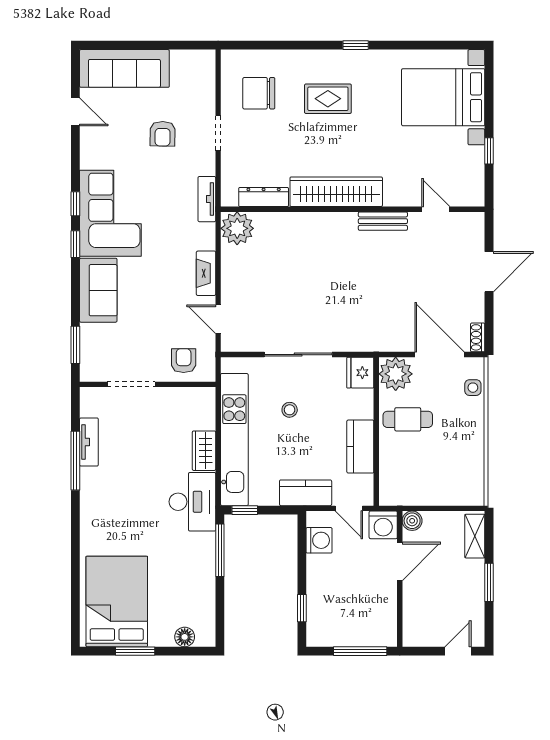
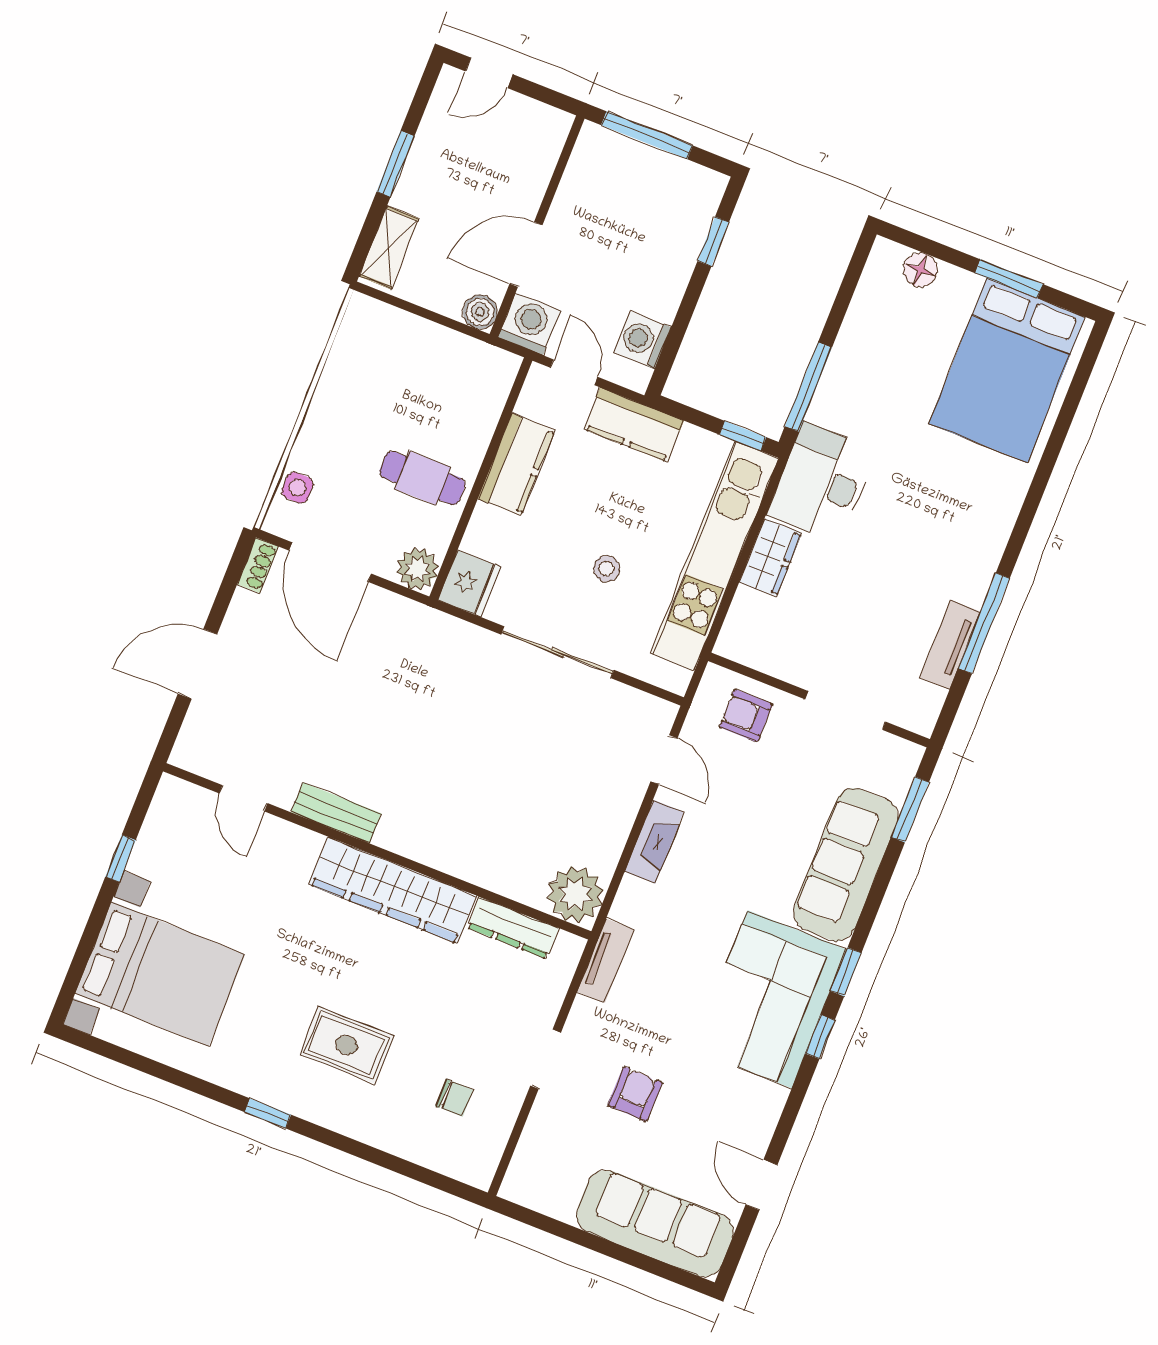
chair: (259, 93) -> (454, 1098), width x0.54, depth x0.54
sofa: (98, 290) -> (846, 864), width x1.36
armchair: (184, 361) -> (746, 715), turned 90
plant: (396, 374) -> (417, 569), width x0.73, depth x0.73

